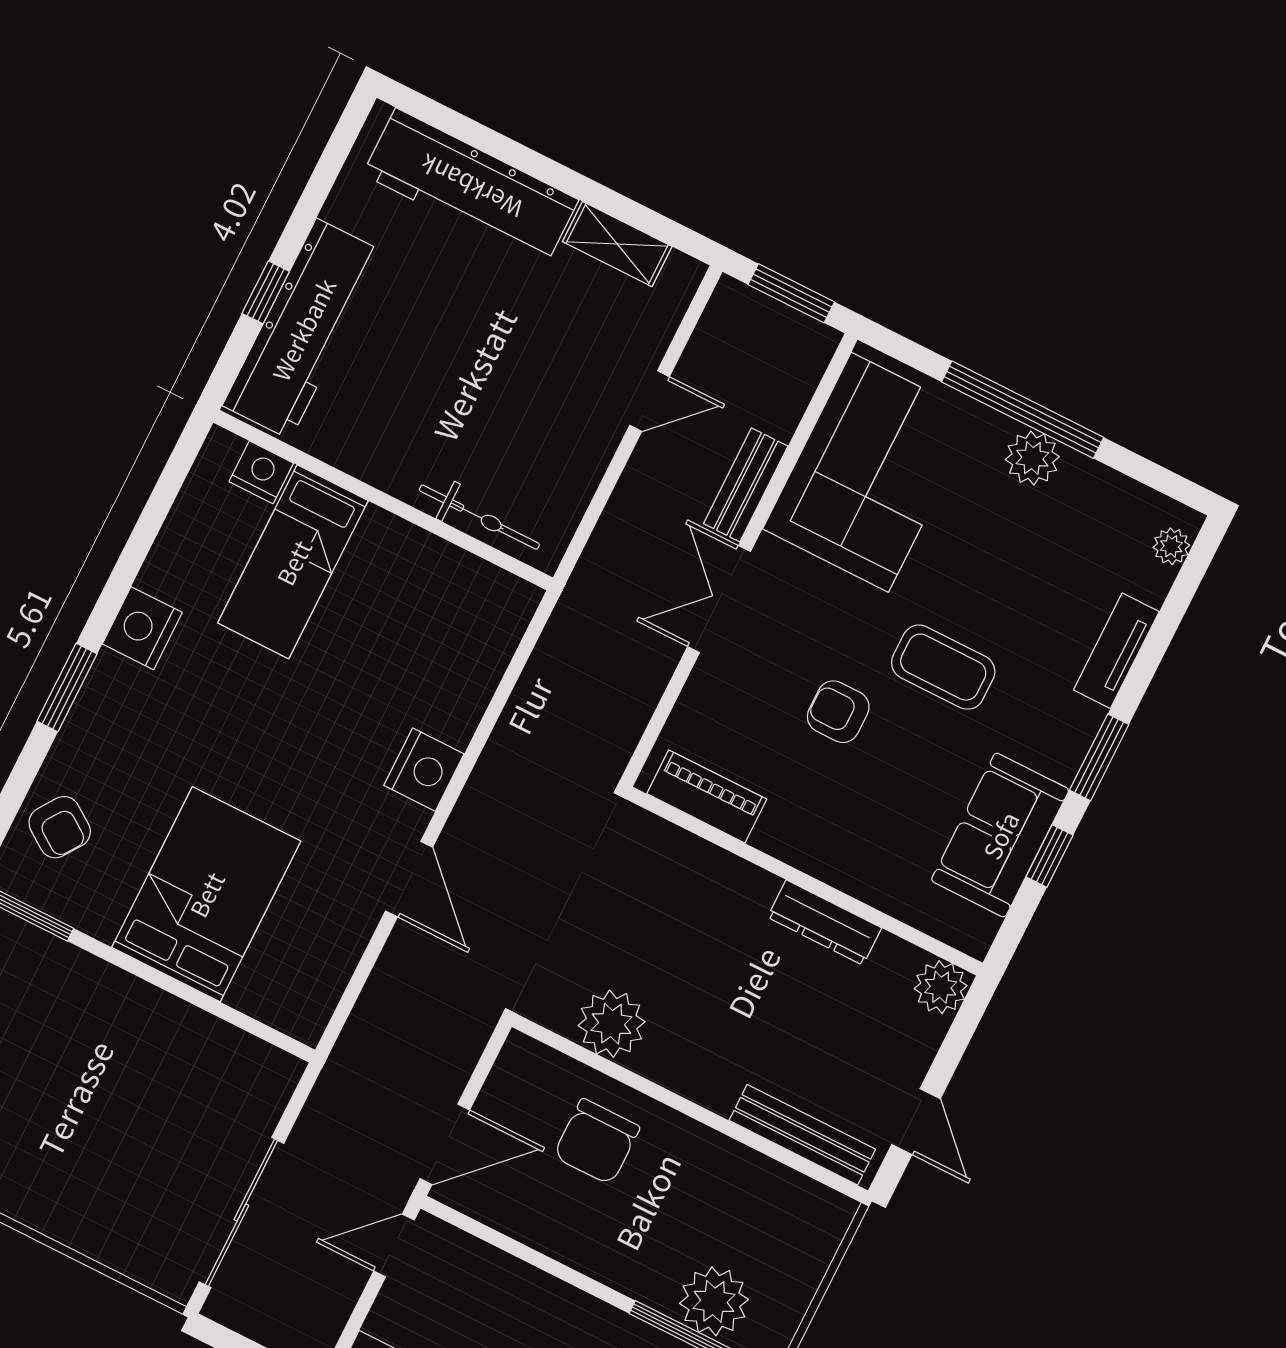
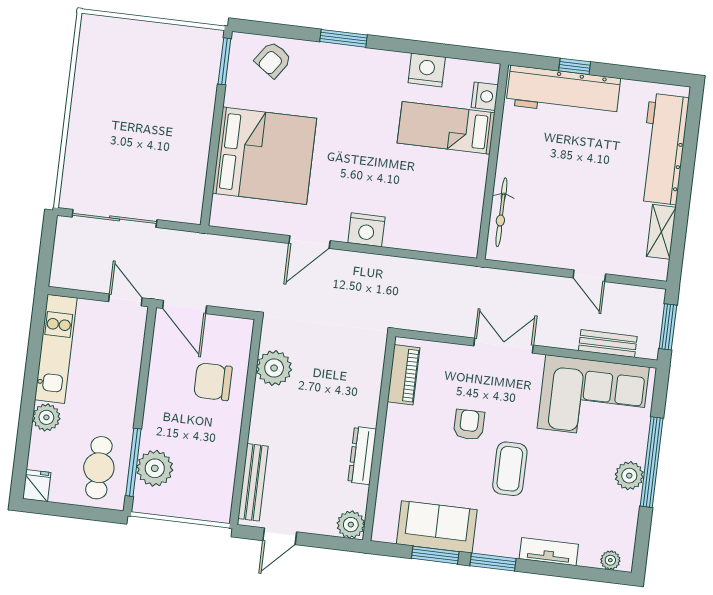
bench: (746, 485) -> (608, 344), moved
nightstand: (142, 628) -> (427, 70), moved
window: (1050, 856) -> (435, 555), width x1.50
bed: (206, 894) -> (264, 156), width x1.36

